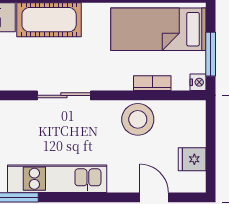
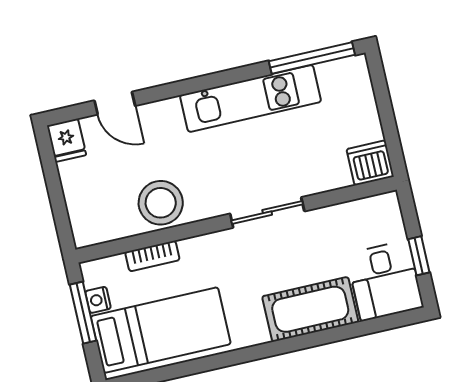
nightstand: (198, 82) -> (98, 300), moved
fridge: (192, 159) -> (67, 140), moved, turned 90

